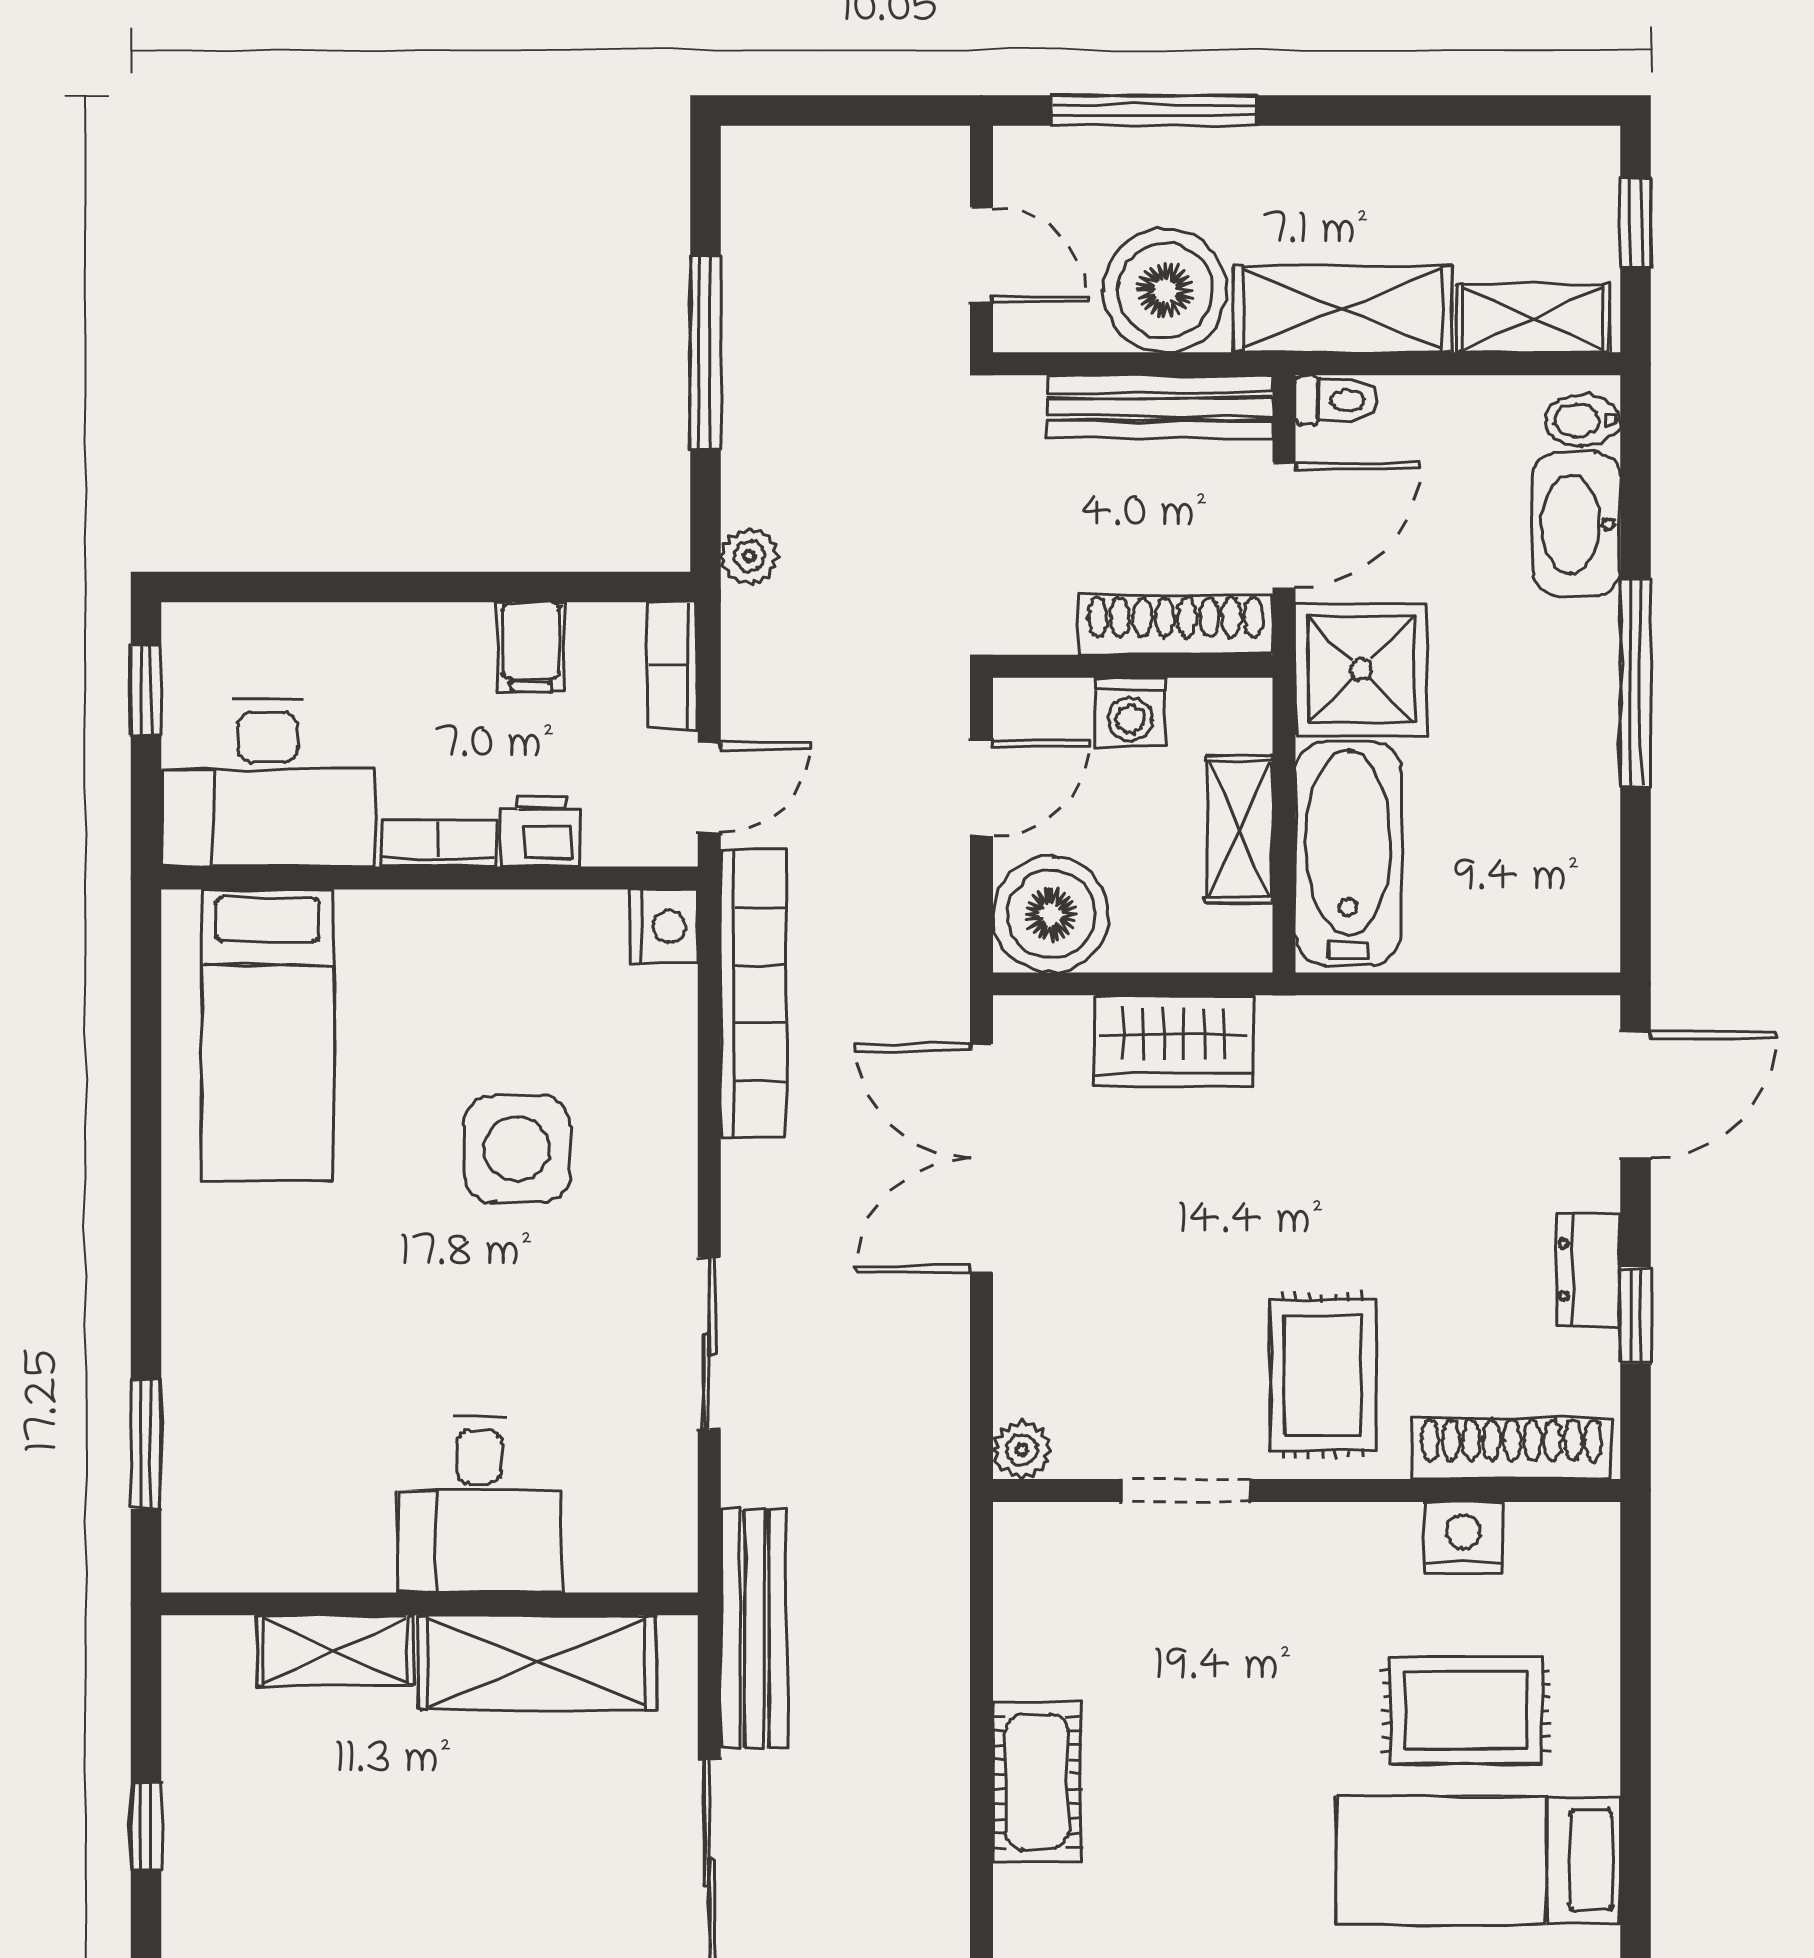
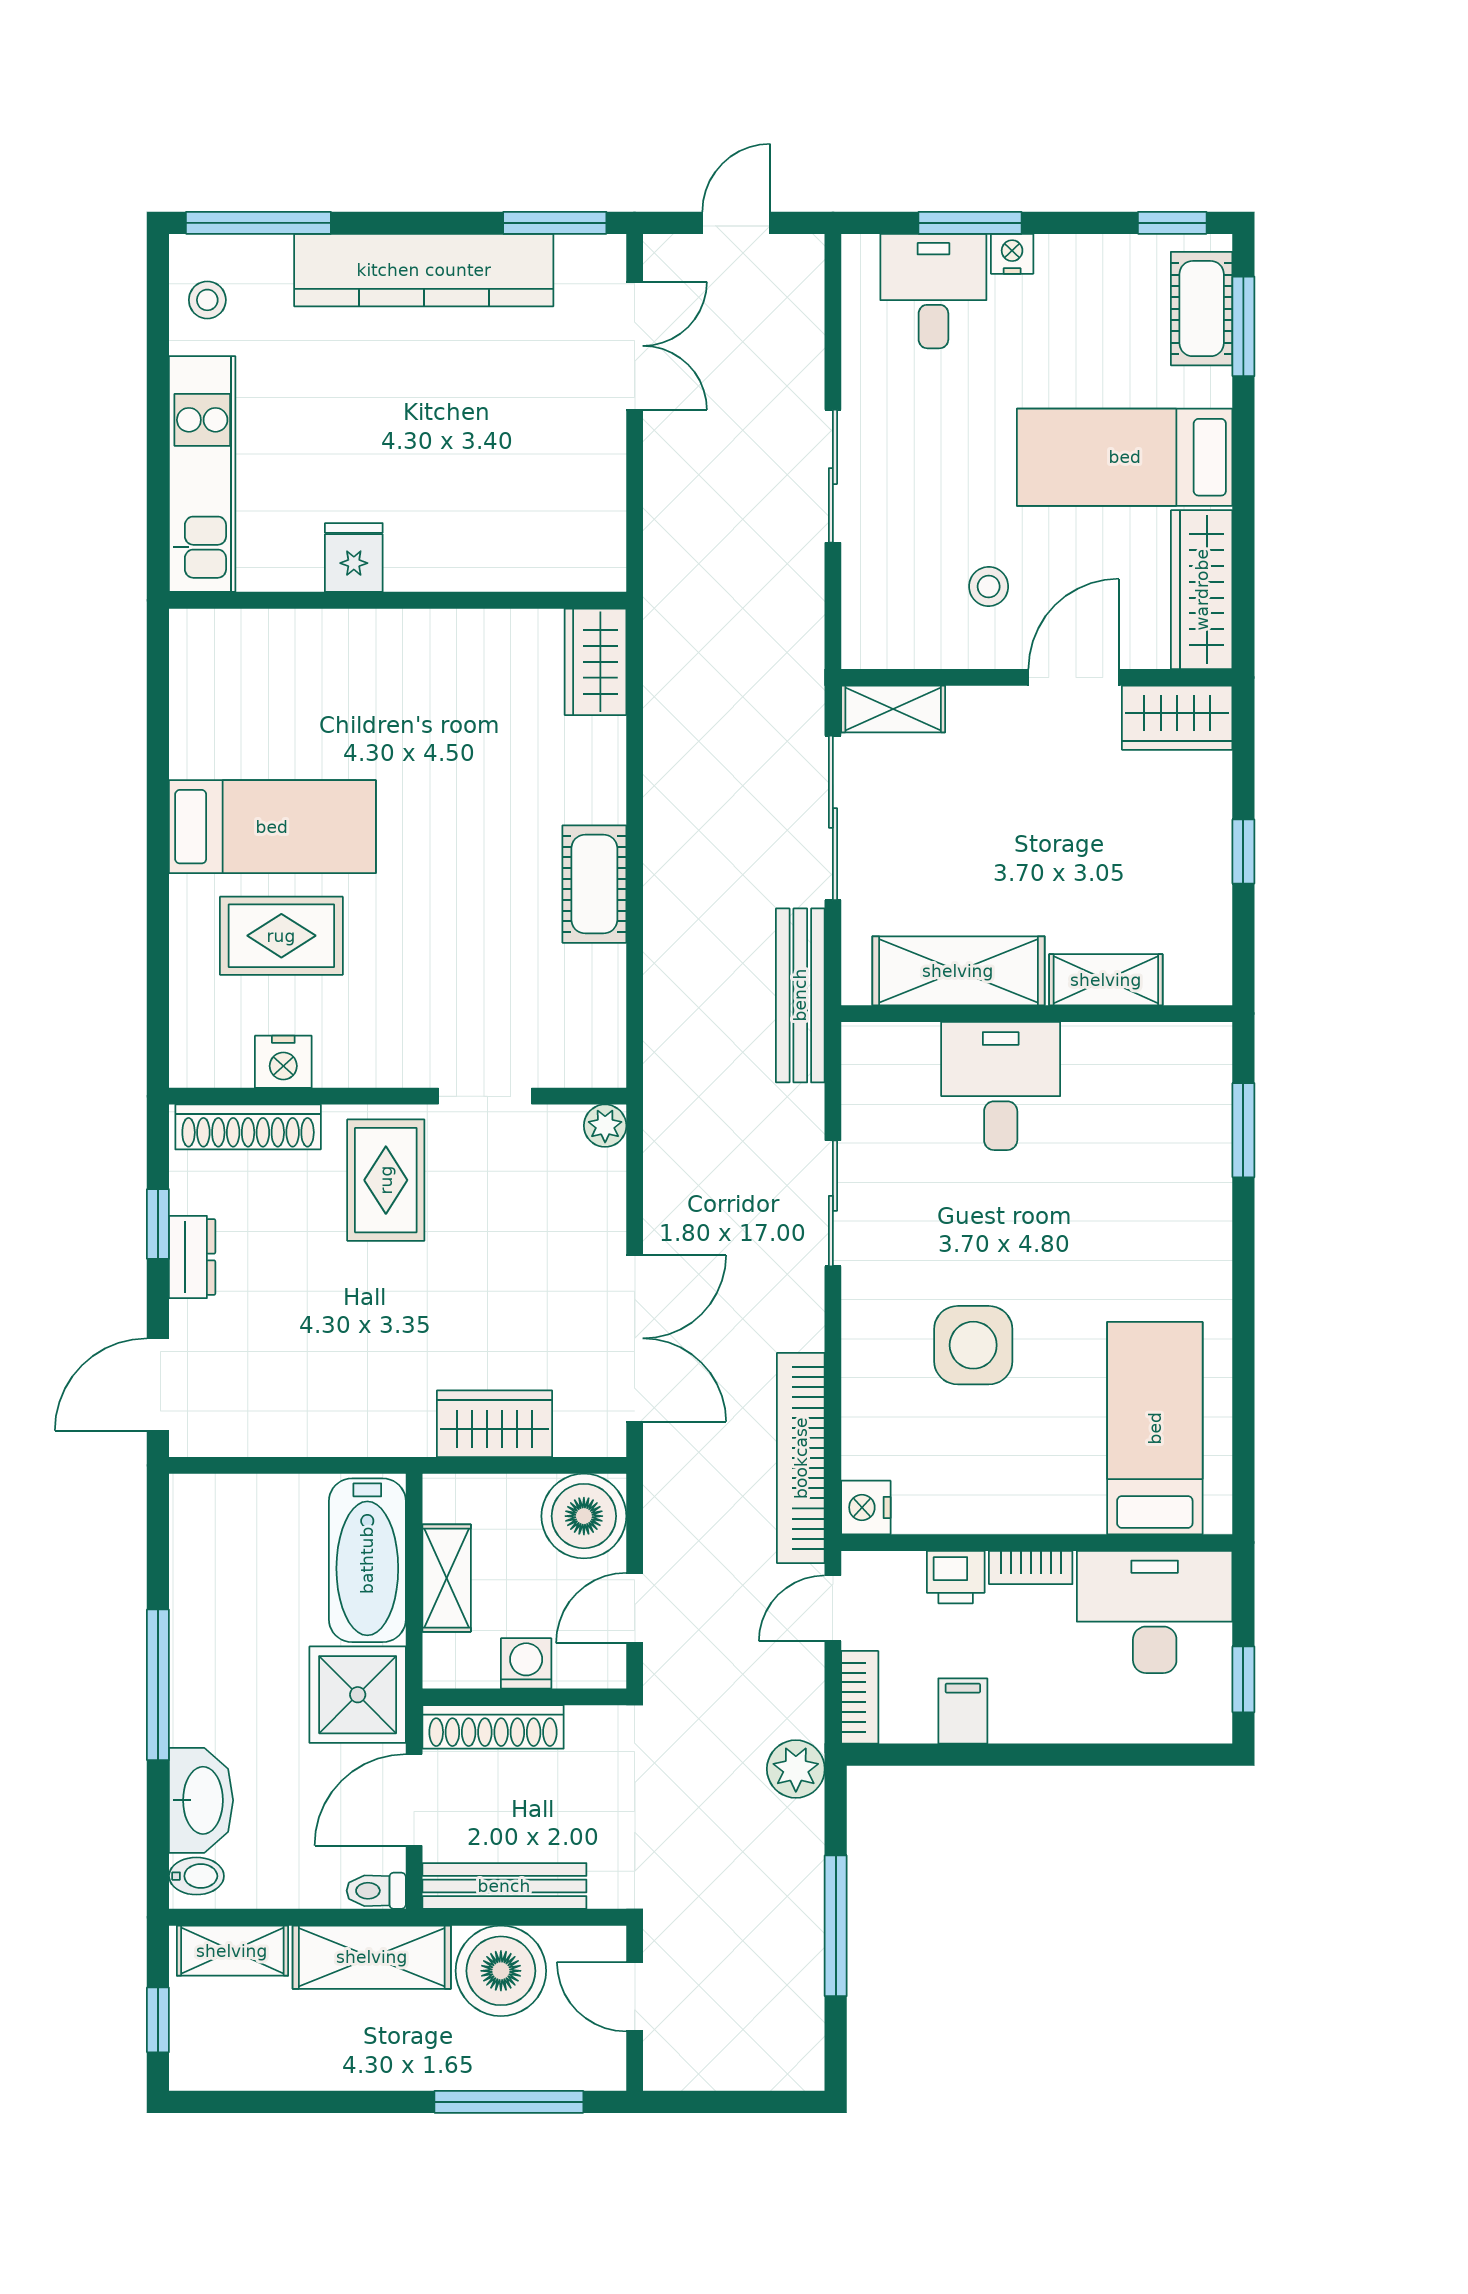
plant: (749, 556) -> (796, 1769), width x1.38, depth x1.38

